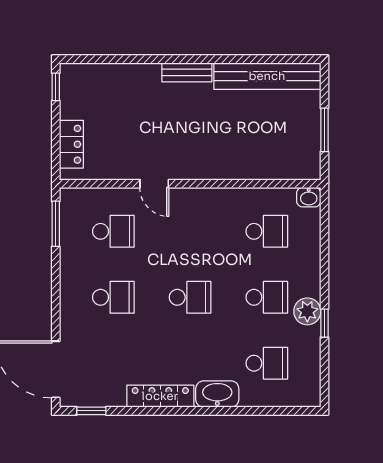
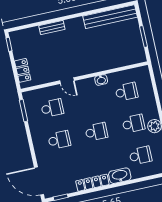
bench: (187, 72) -> (52, 28), moved
washbasin: (309, 197) -> (101, 80), moved

